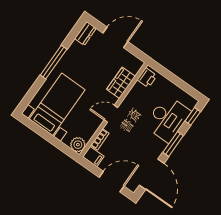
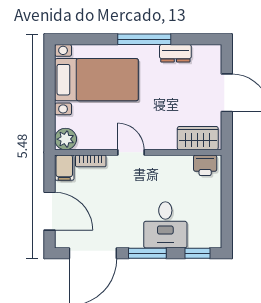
dresser: (85, 33) -> (175, 53), moved
wardrobe: (121, 83) -> (198, 138), moved
desk: (168, 119) -> (165, 225), width x0.73

